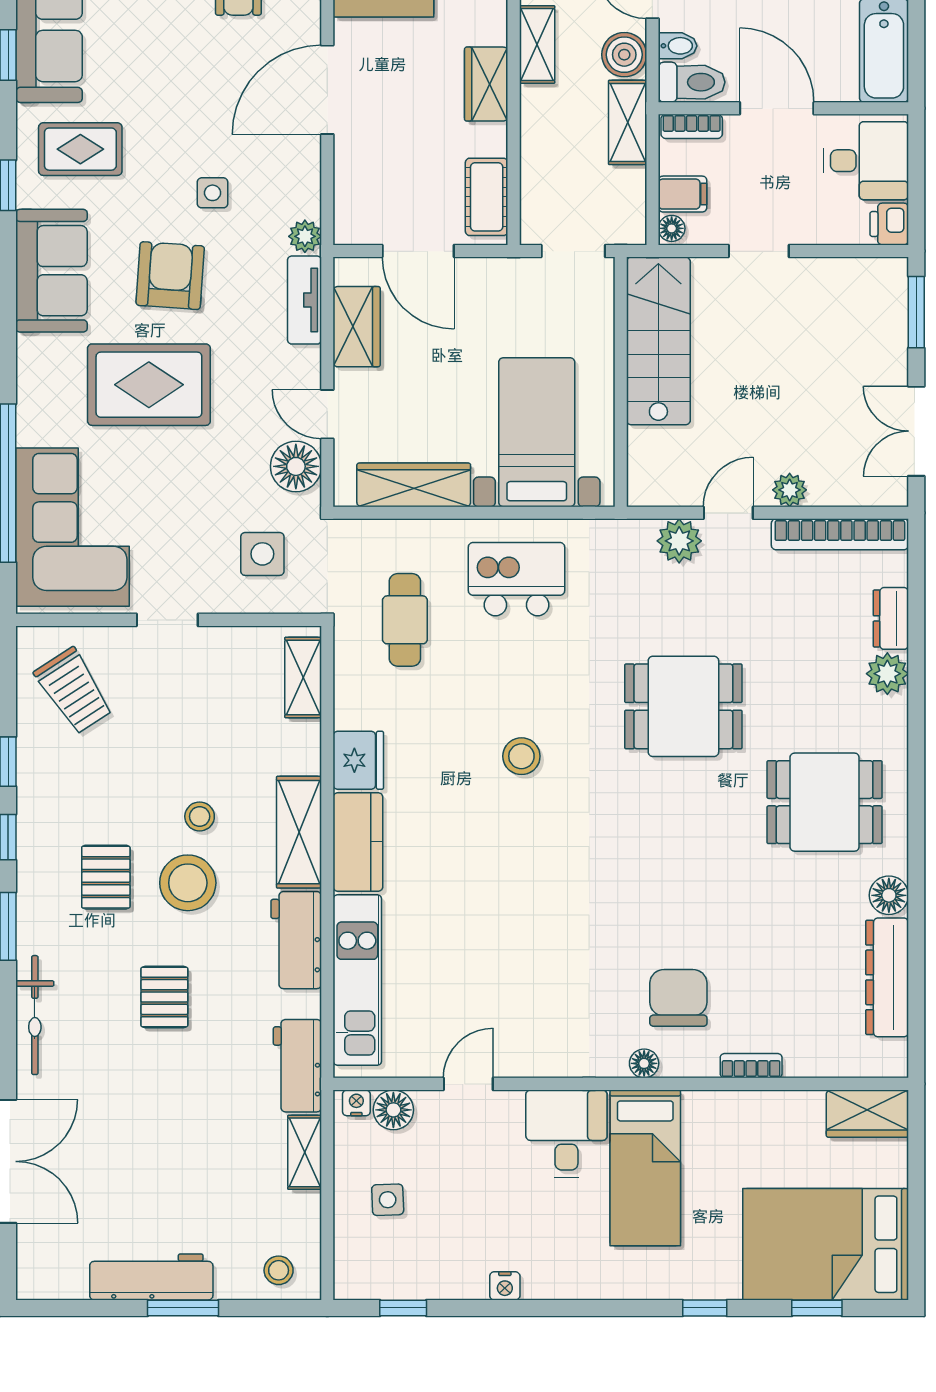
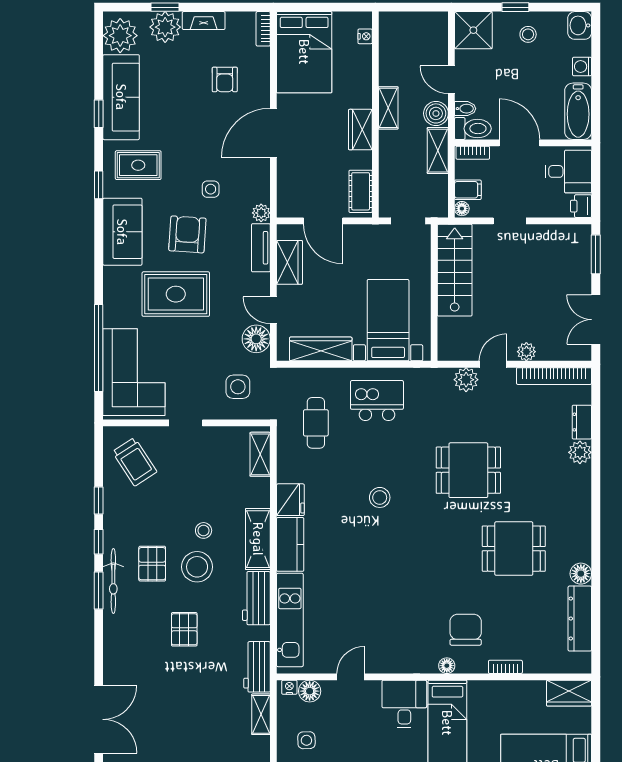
dining table: (825, 802) -> (514, 549), moved
bicycle: (35, 1015) -> (113, 581), moved

